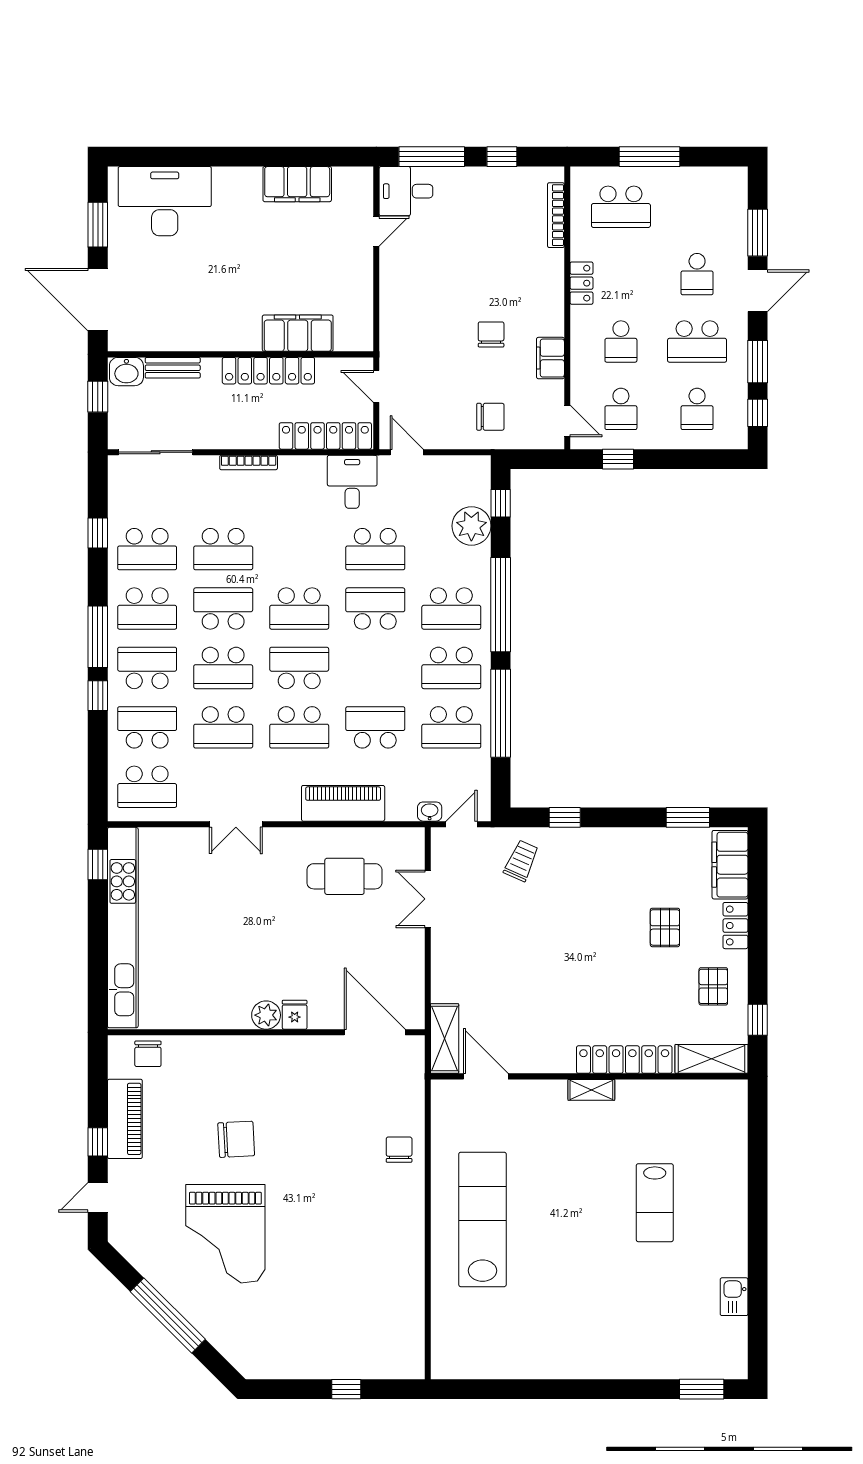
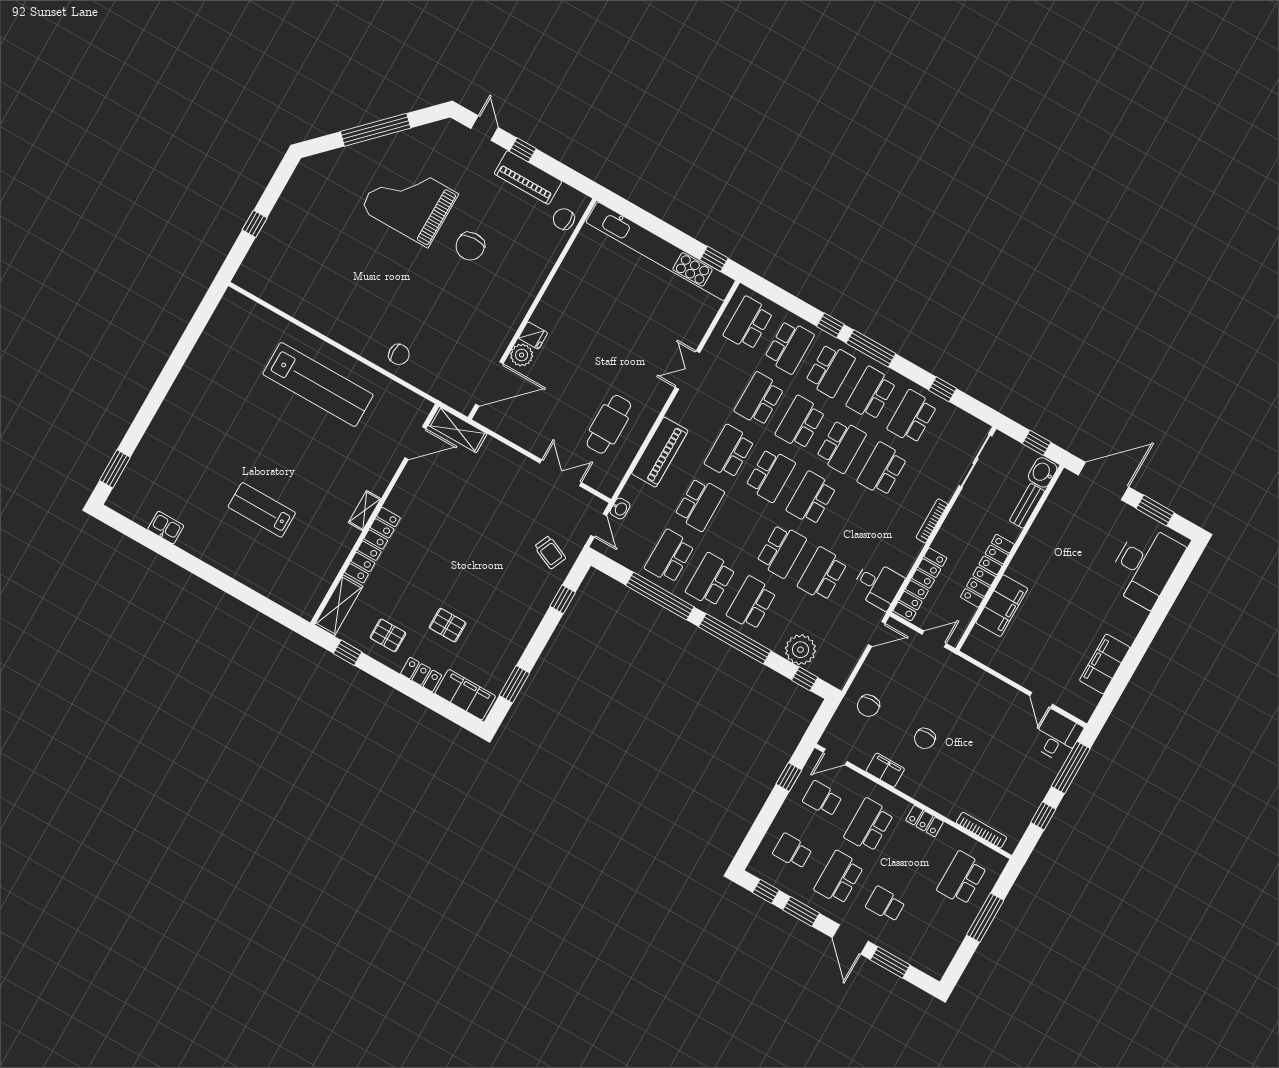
chair: (491, 334) -> (925, 738), turned 90
school desk: (621, 342) -> (869, 825), width x1.85
plant: (266, 1015) -> (522, 355), moved

